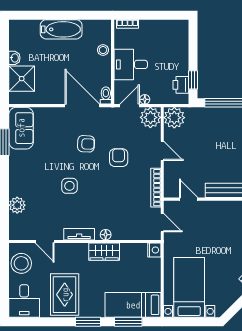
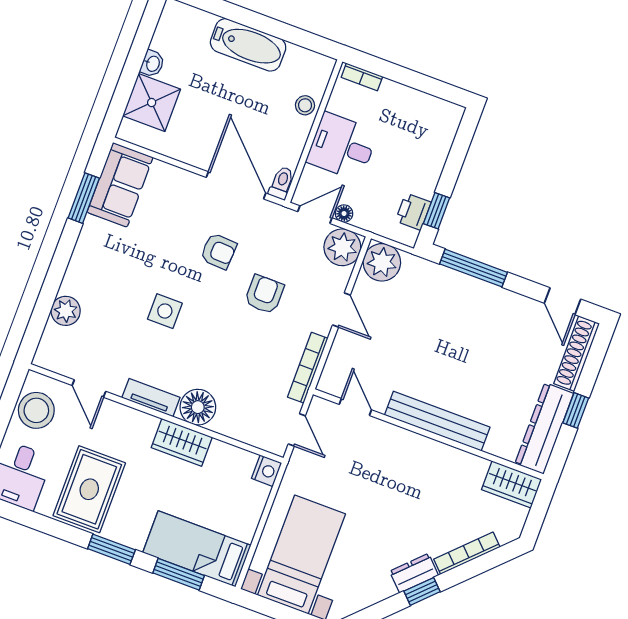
floor lamp: (106, 235) -> (198, 407), width x1.89, depth x1.89

